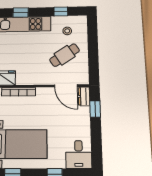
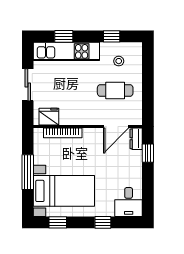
cafe table: (65, 55) -> (115, 90), turned 33
door: (66, 86) -> (116, 127), hinge flipped

